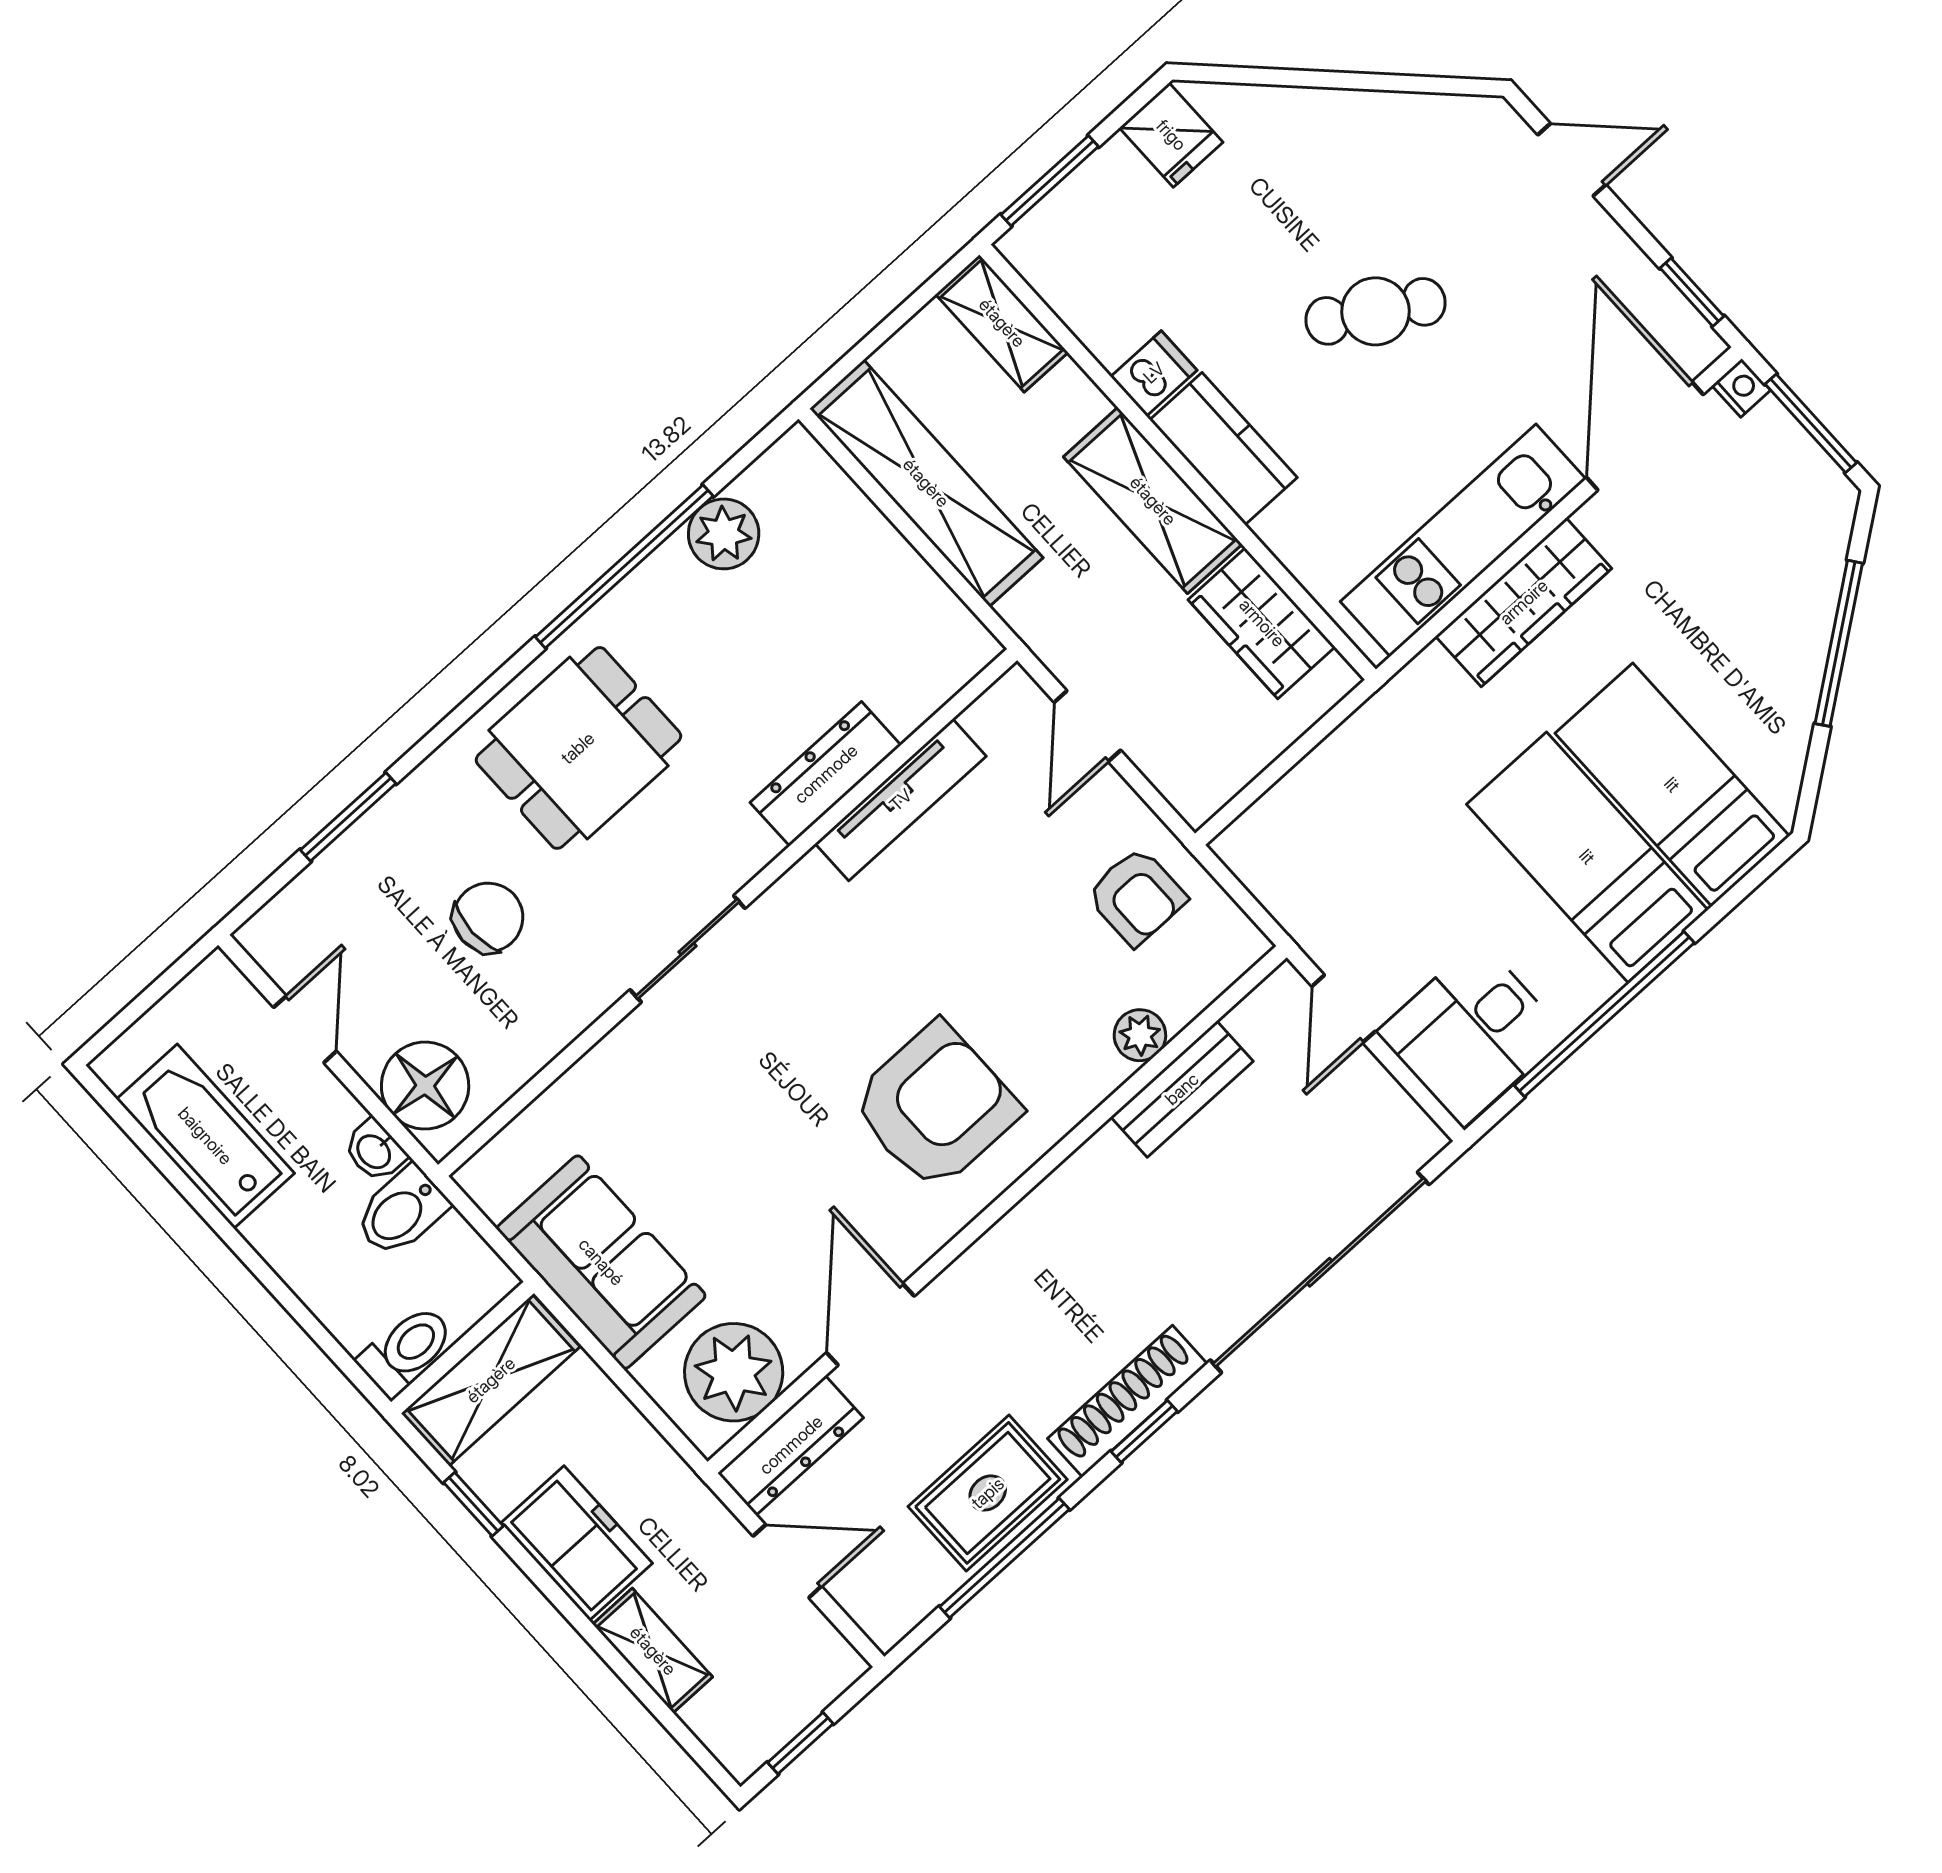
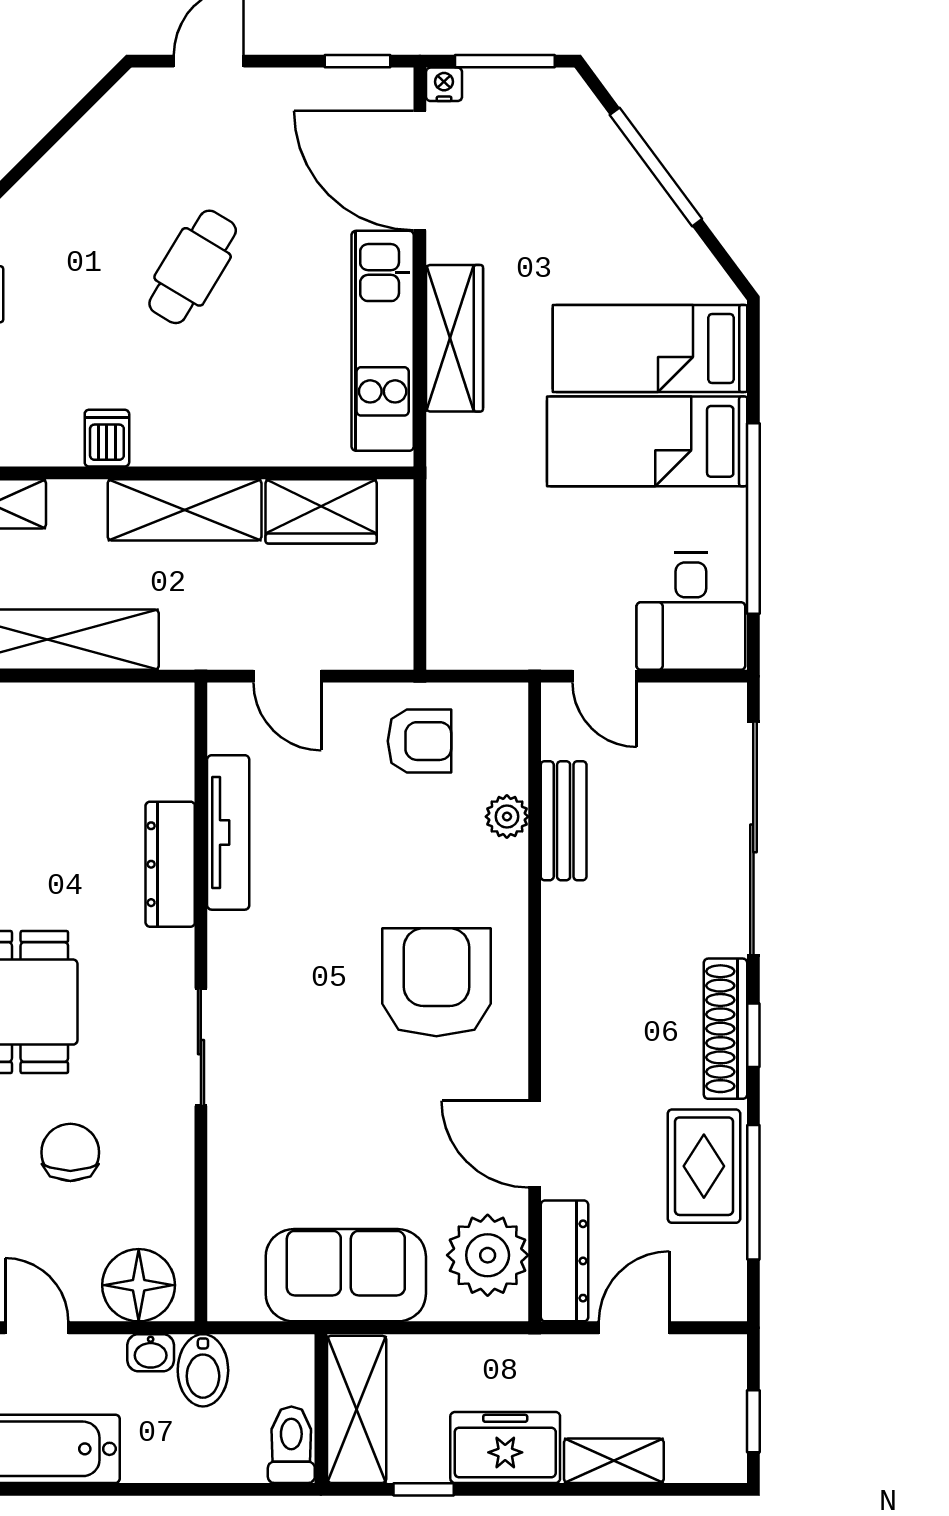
kitchen counter: (1224, 449) -> (192, 437), removed

